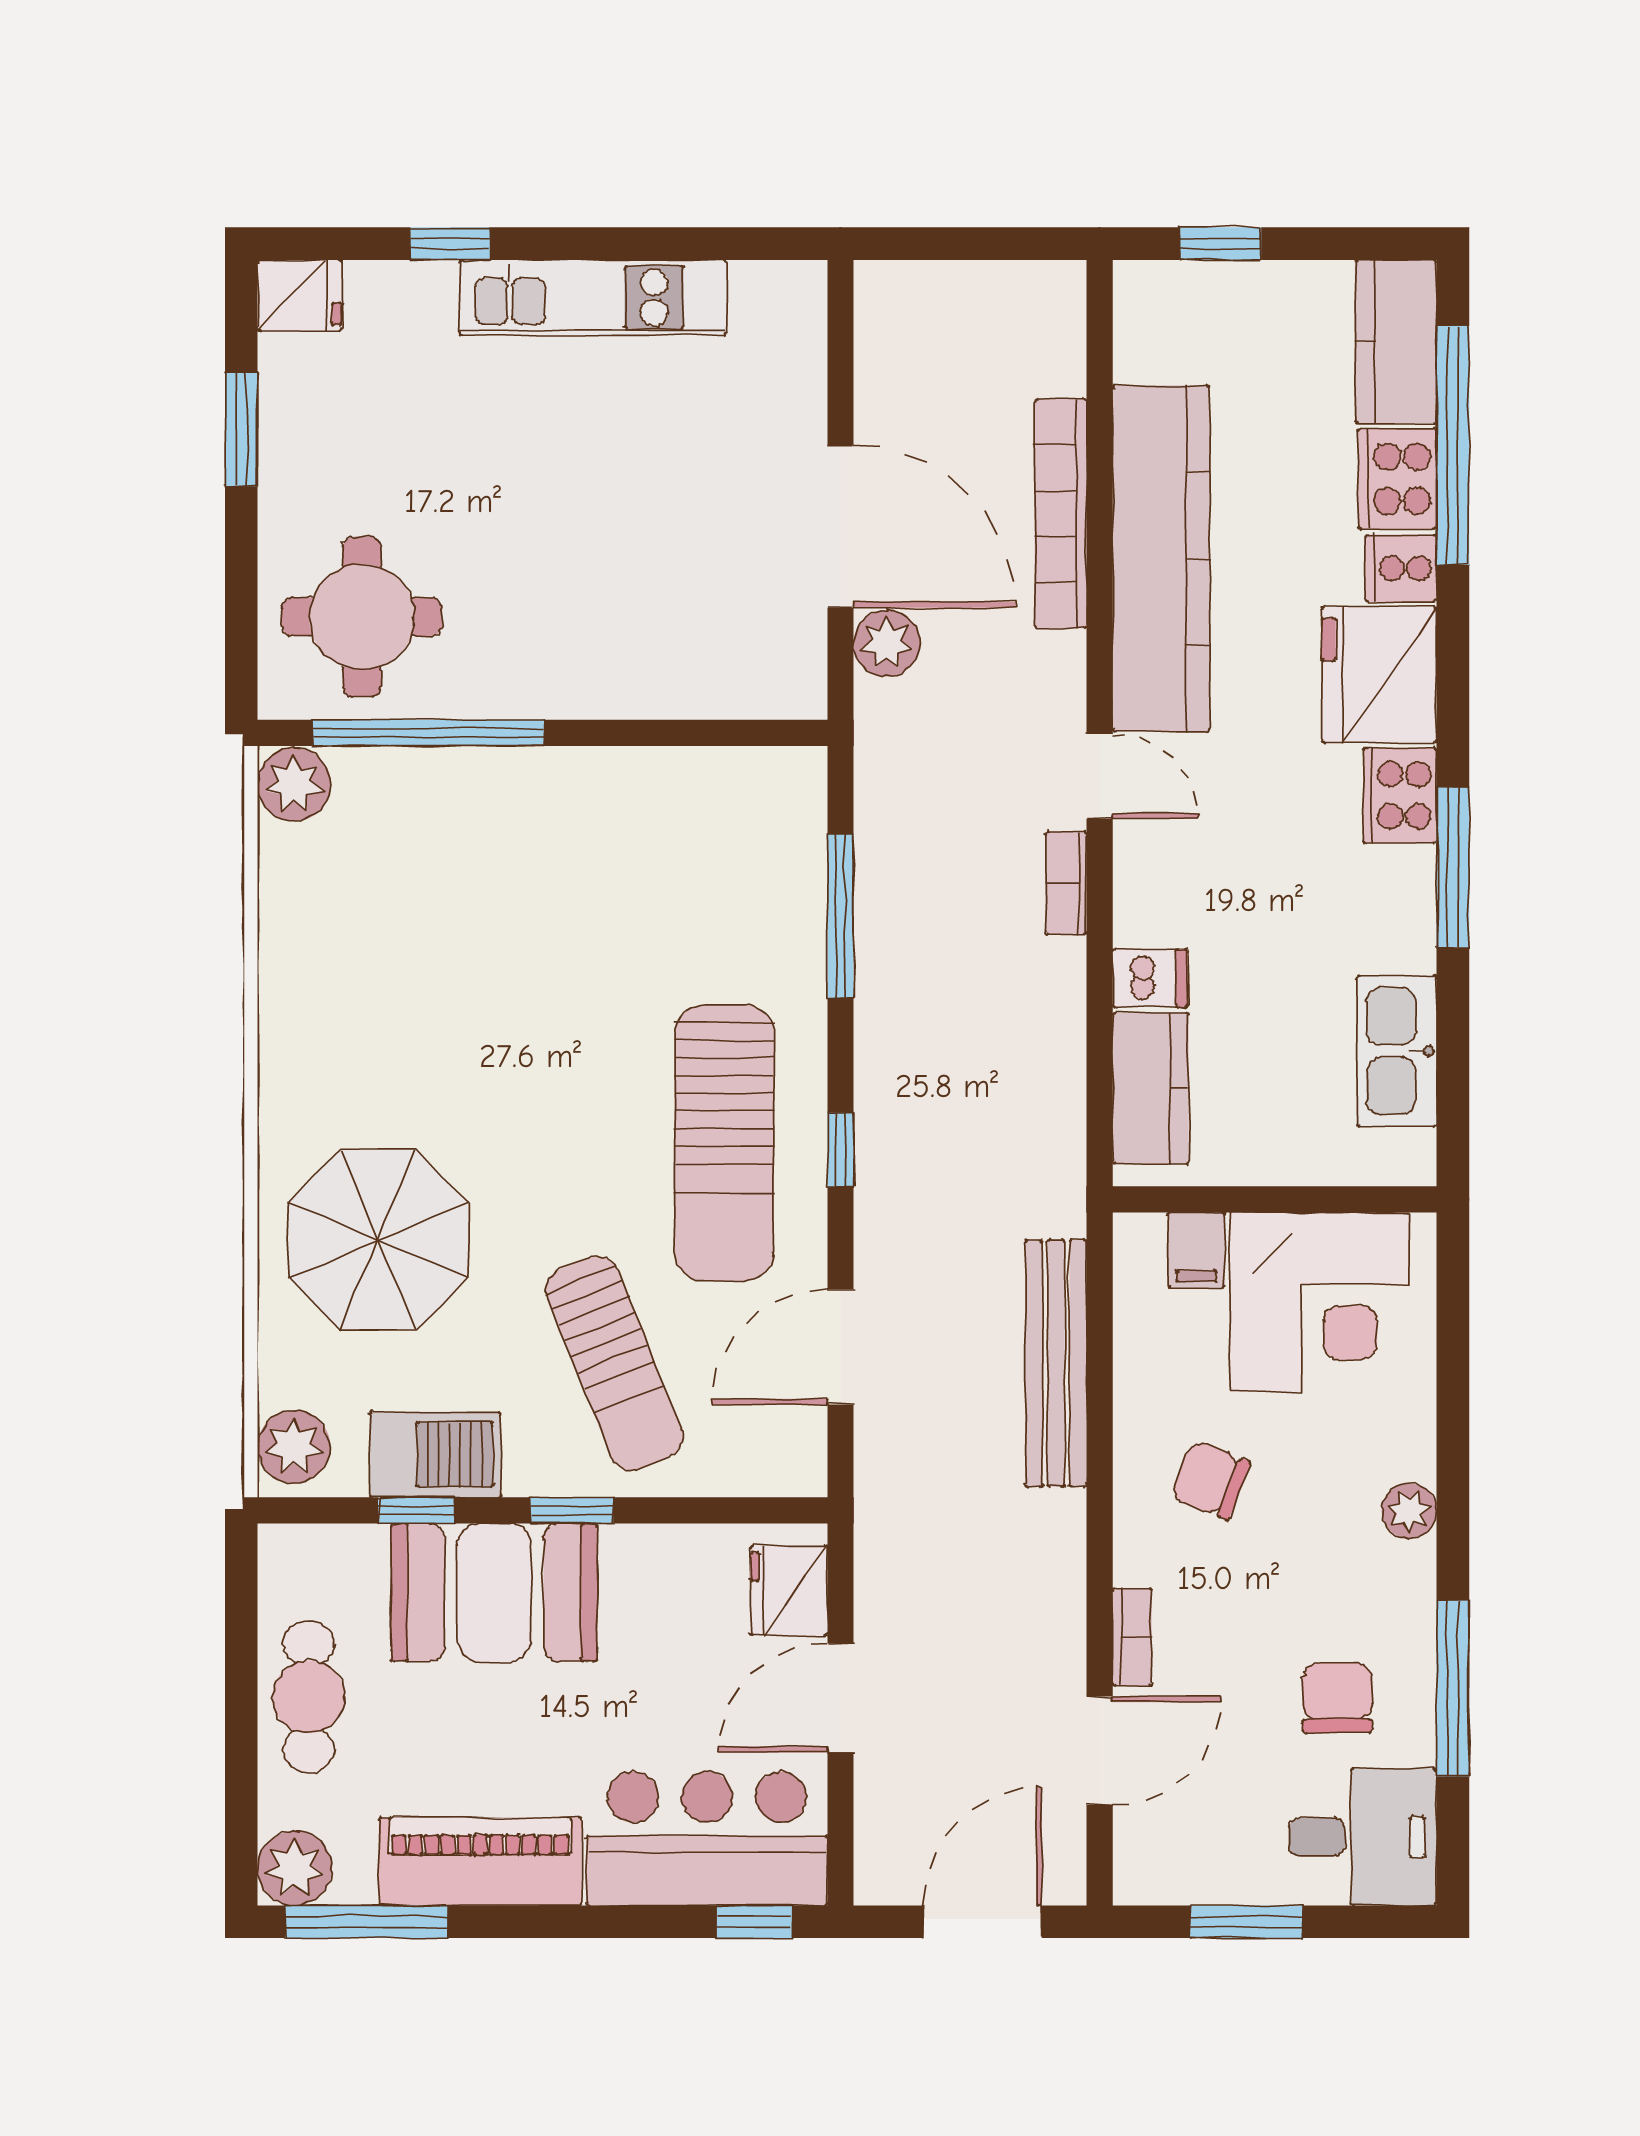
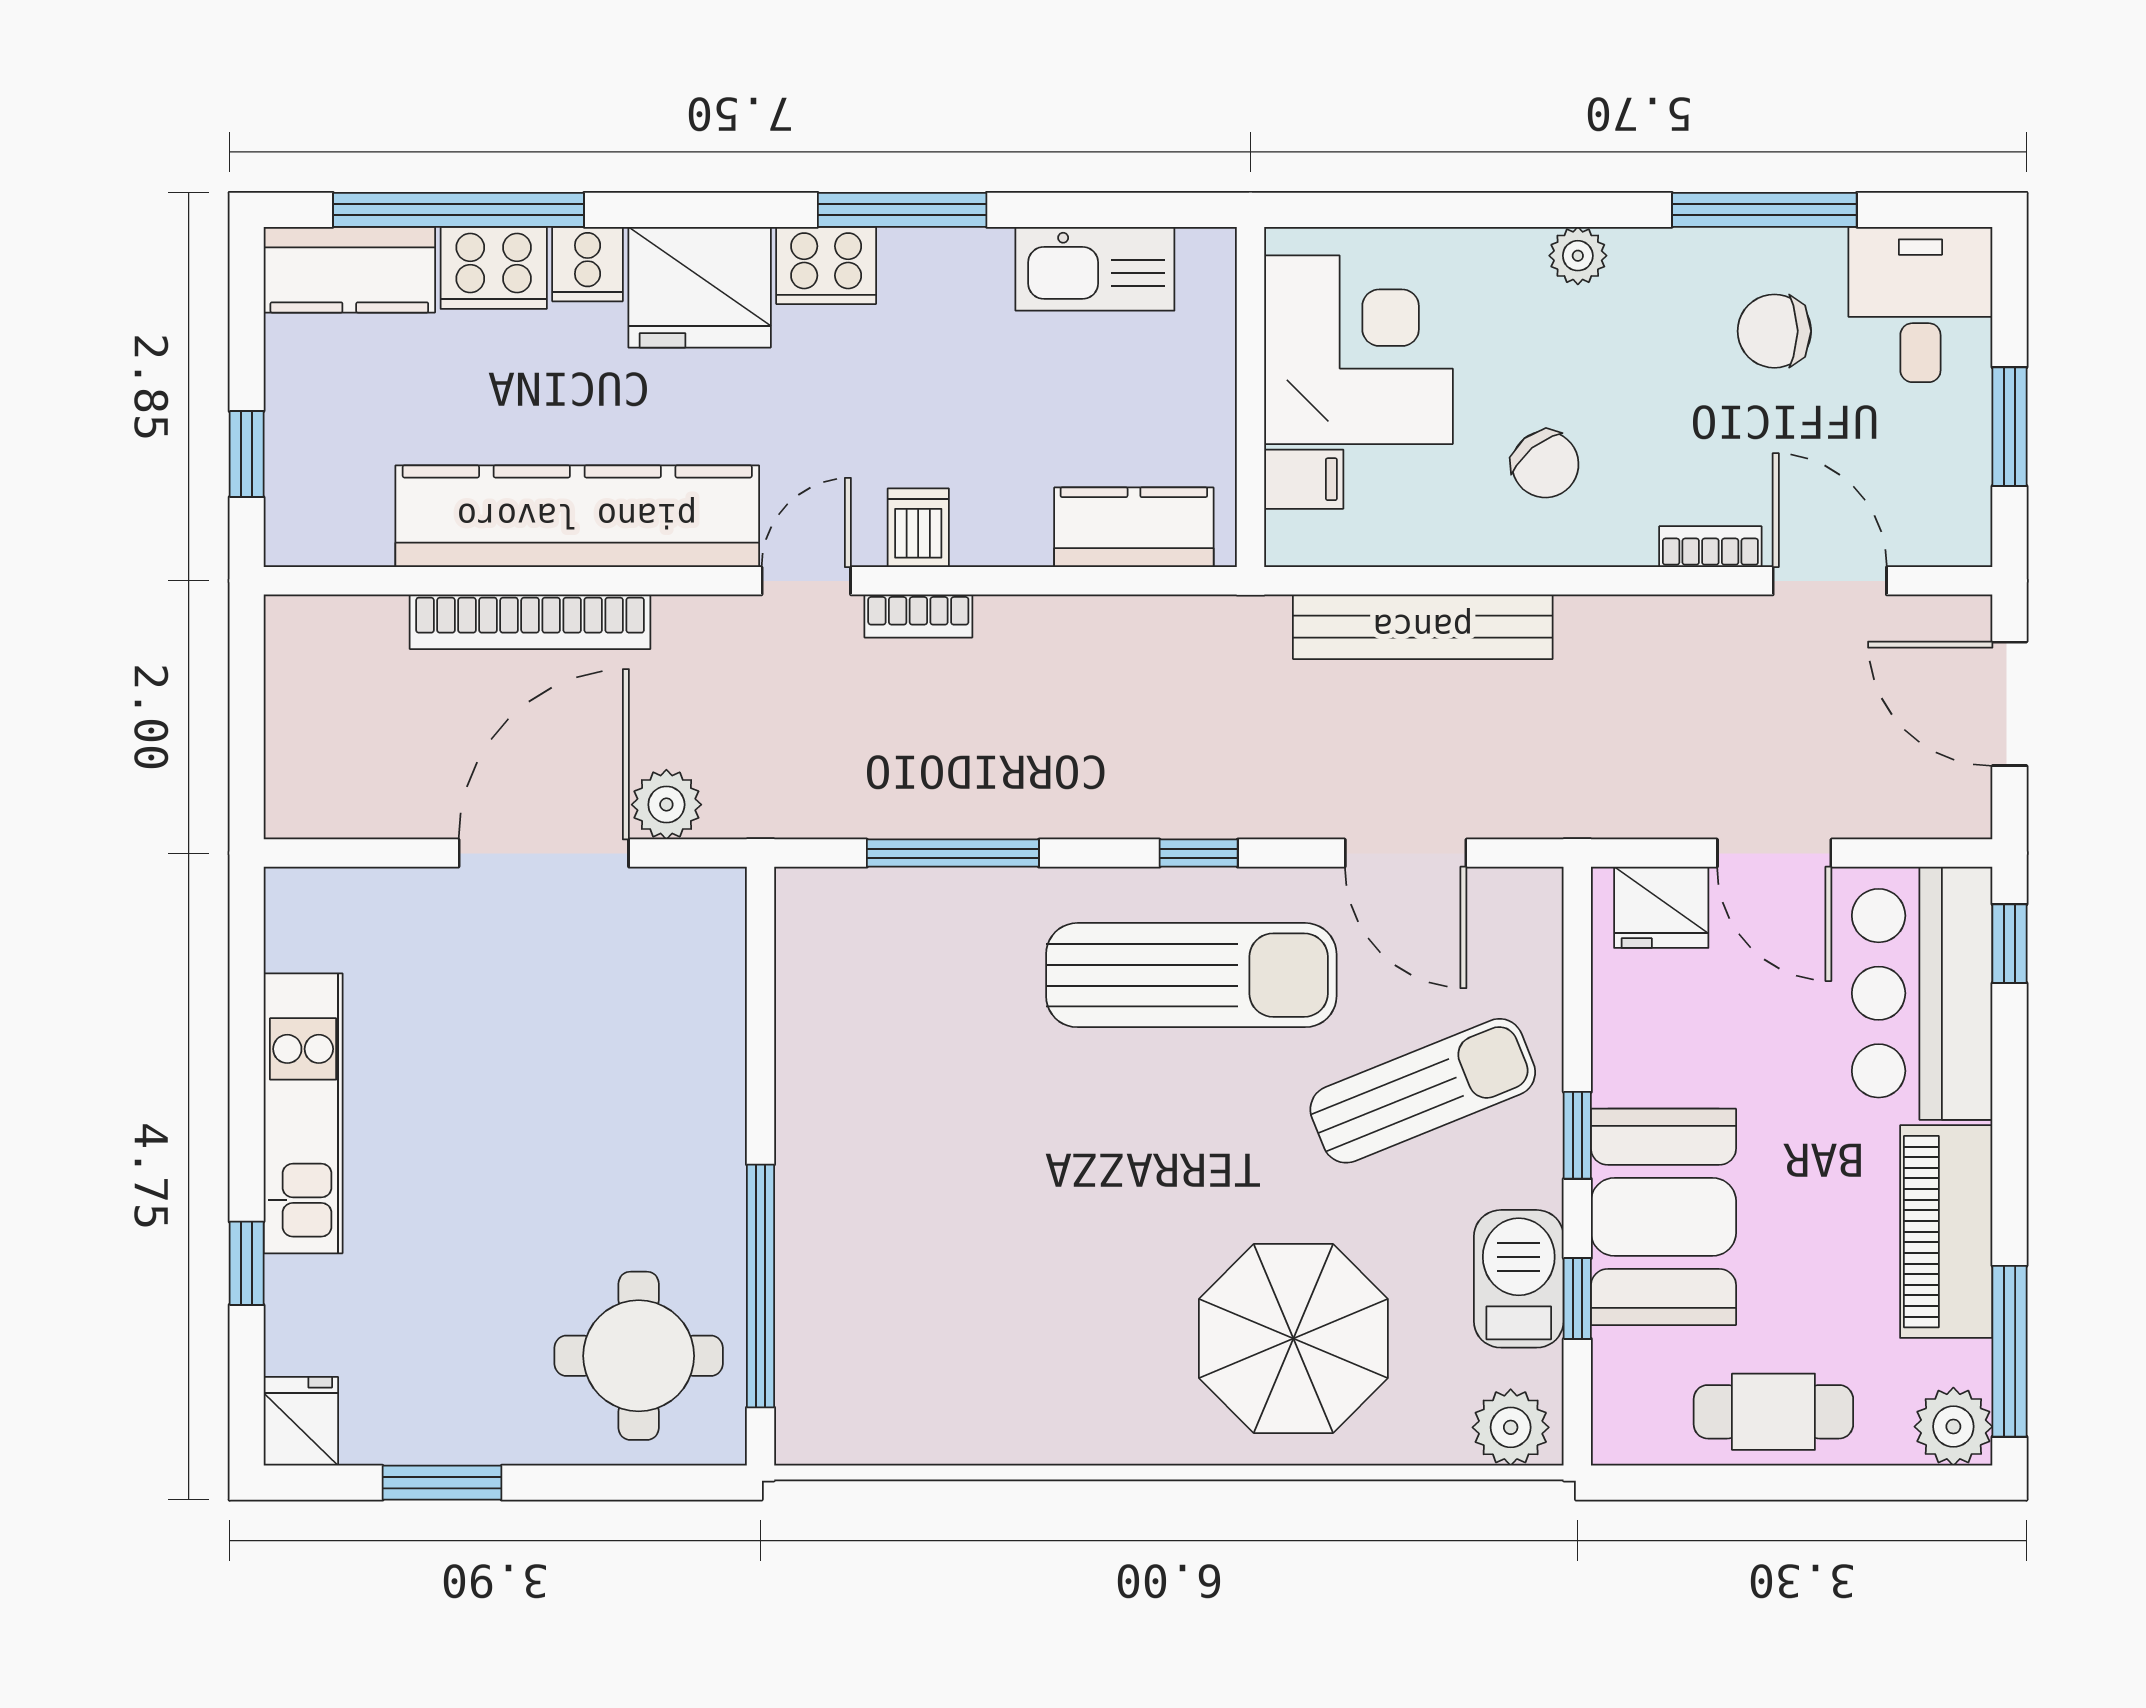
plant: (294, 784) -> (815, 1427), removed
dishwasher: (1150, 978) -> (918, 528), moved
chair: (1211, 1480) -> (1545, 464), turned -61

